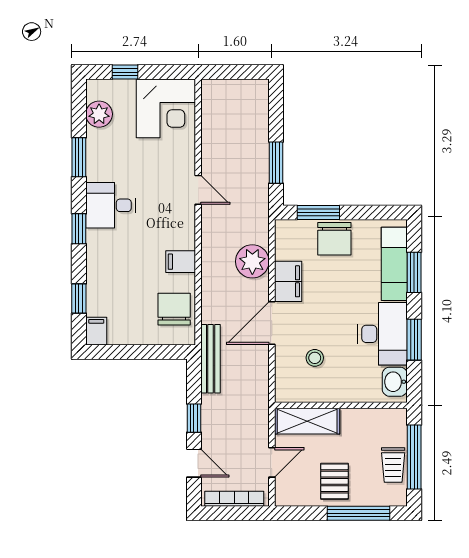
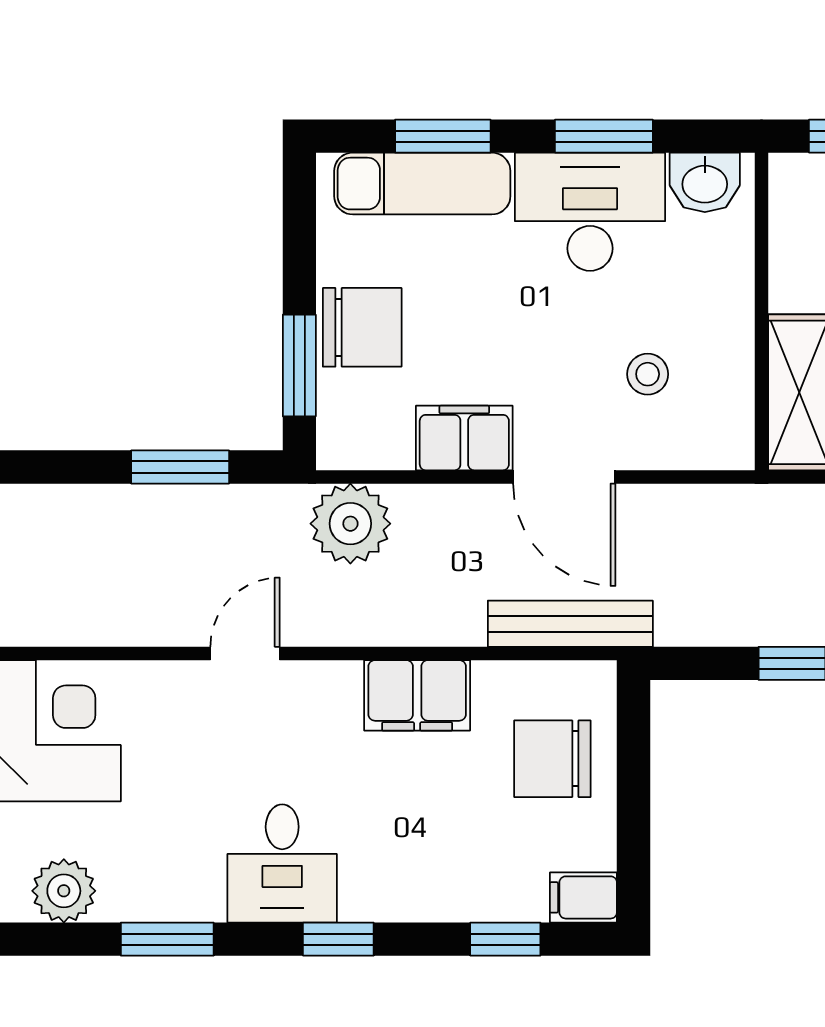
plant: (252, 261) -> (350, 524), moved
filing cabinet: (181, 262) -> (417, 695), width x2.00
chair: (174, 309) -> (552, 759), moved
bench: (211, 359) -> (570, 624), moved

